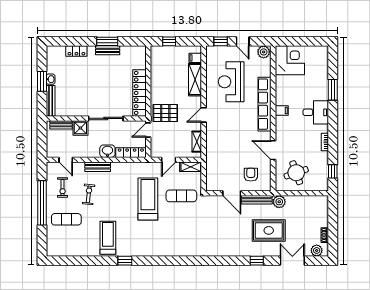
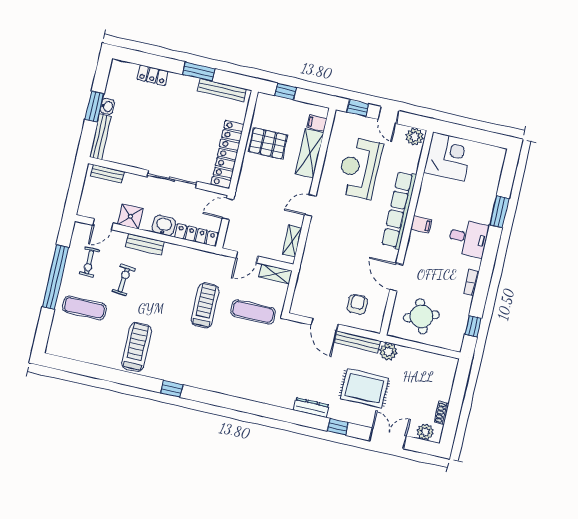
bench: (108, 50) -> (222, 90), moved, width x1.36
pallet: (165, 113) -> (268, 143), moved
shower: (80, 128) -> (130, 216), moved
door: (66, 160) -> (103, 224), hinge flipped
treadmill: (148, 199) -> (205, 305), width x0.73, depth x0.73
dresser: (236, 252) -> (311, 407), added
window: (125, 261) -> (172, 389), moved

